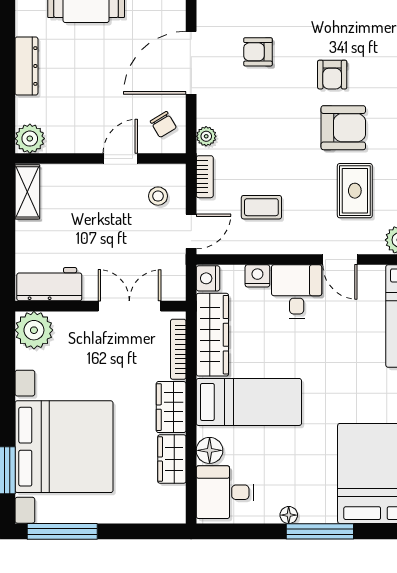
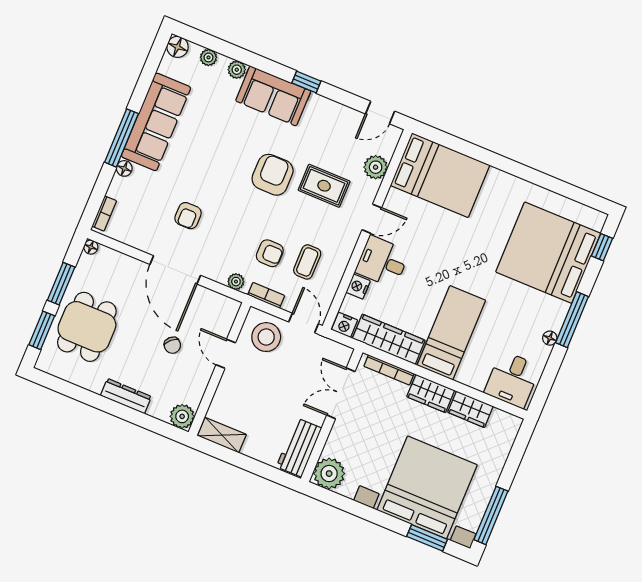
armchair: (332, 75) -> (270, 253), moved
chair: (163, 124) -> (172, 345), moved, turned 78
stool: (158, 196) -> (266, 337), width x1.89, depth x1.89
floor lamp: (210, 450) -> (476, 378), removed

